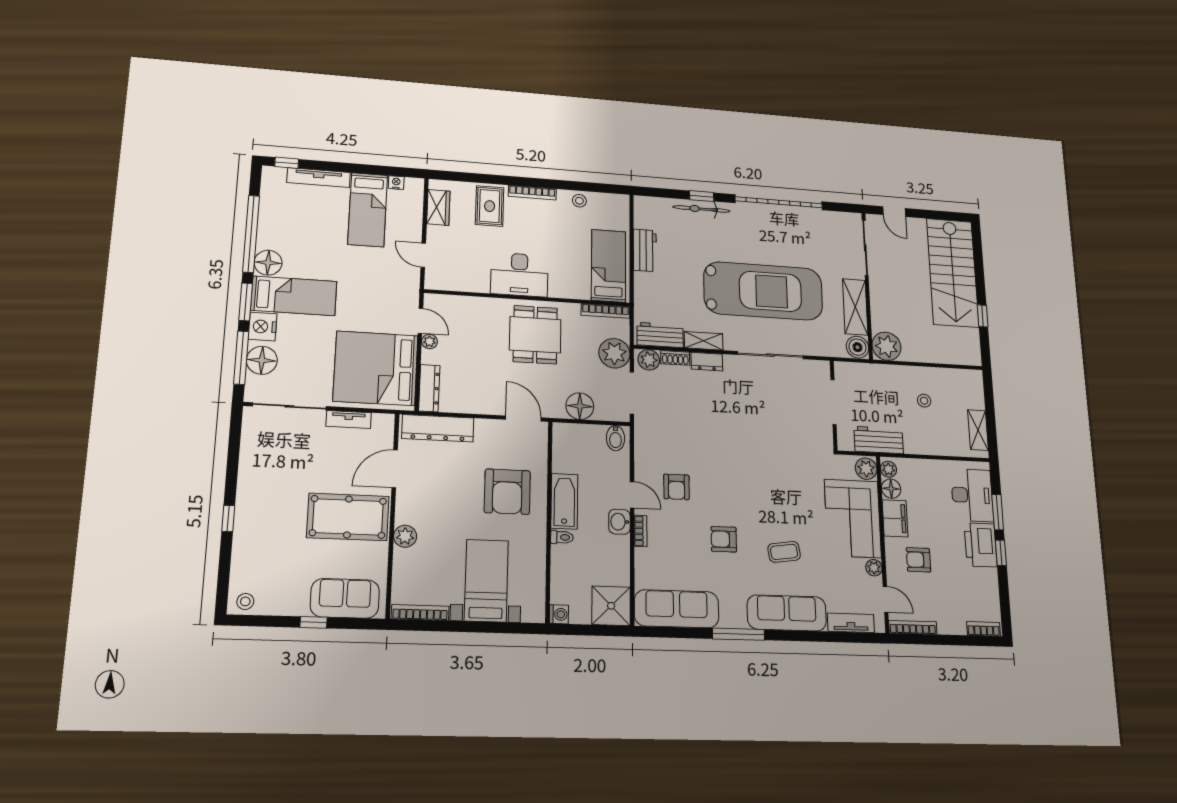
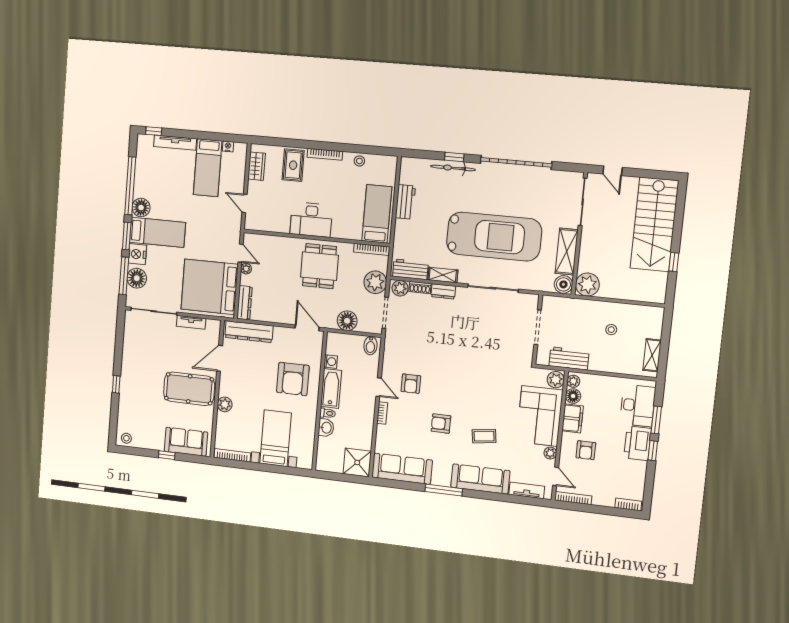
washbasin: (619, 522) -> (326, 428), moved, turned 180
armchair: (918, 560) -> (586, 450), turned -90
washing machine: (559, 614) -> (331, 362), moved

